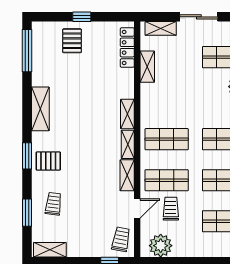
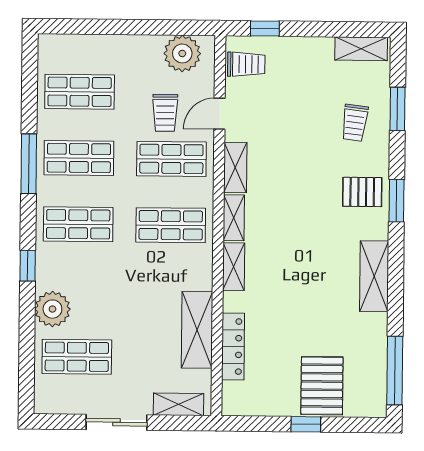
pallet: (72, 41) -> (322, 386), width x1.50, depth x1.42
locker: (127, 47) -> (233, 346), moved
shelving: (147, 67) -> (197, 330), width x1.50, depth x1.33
trolley: (121, 239) -> (246, 64), turned -101

